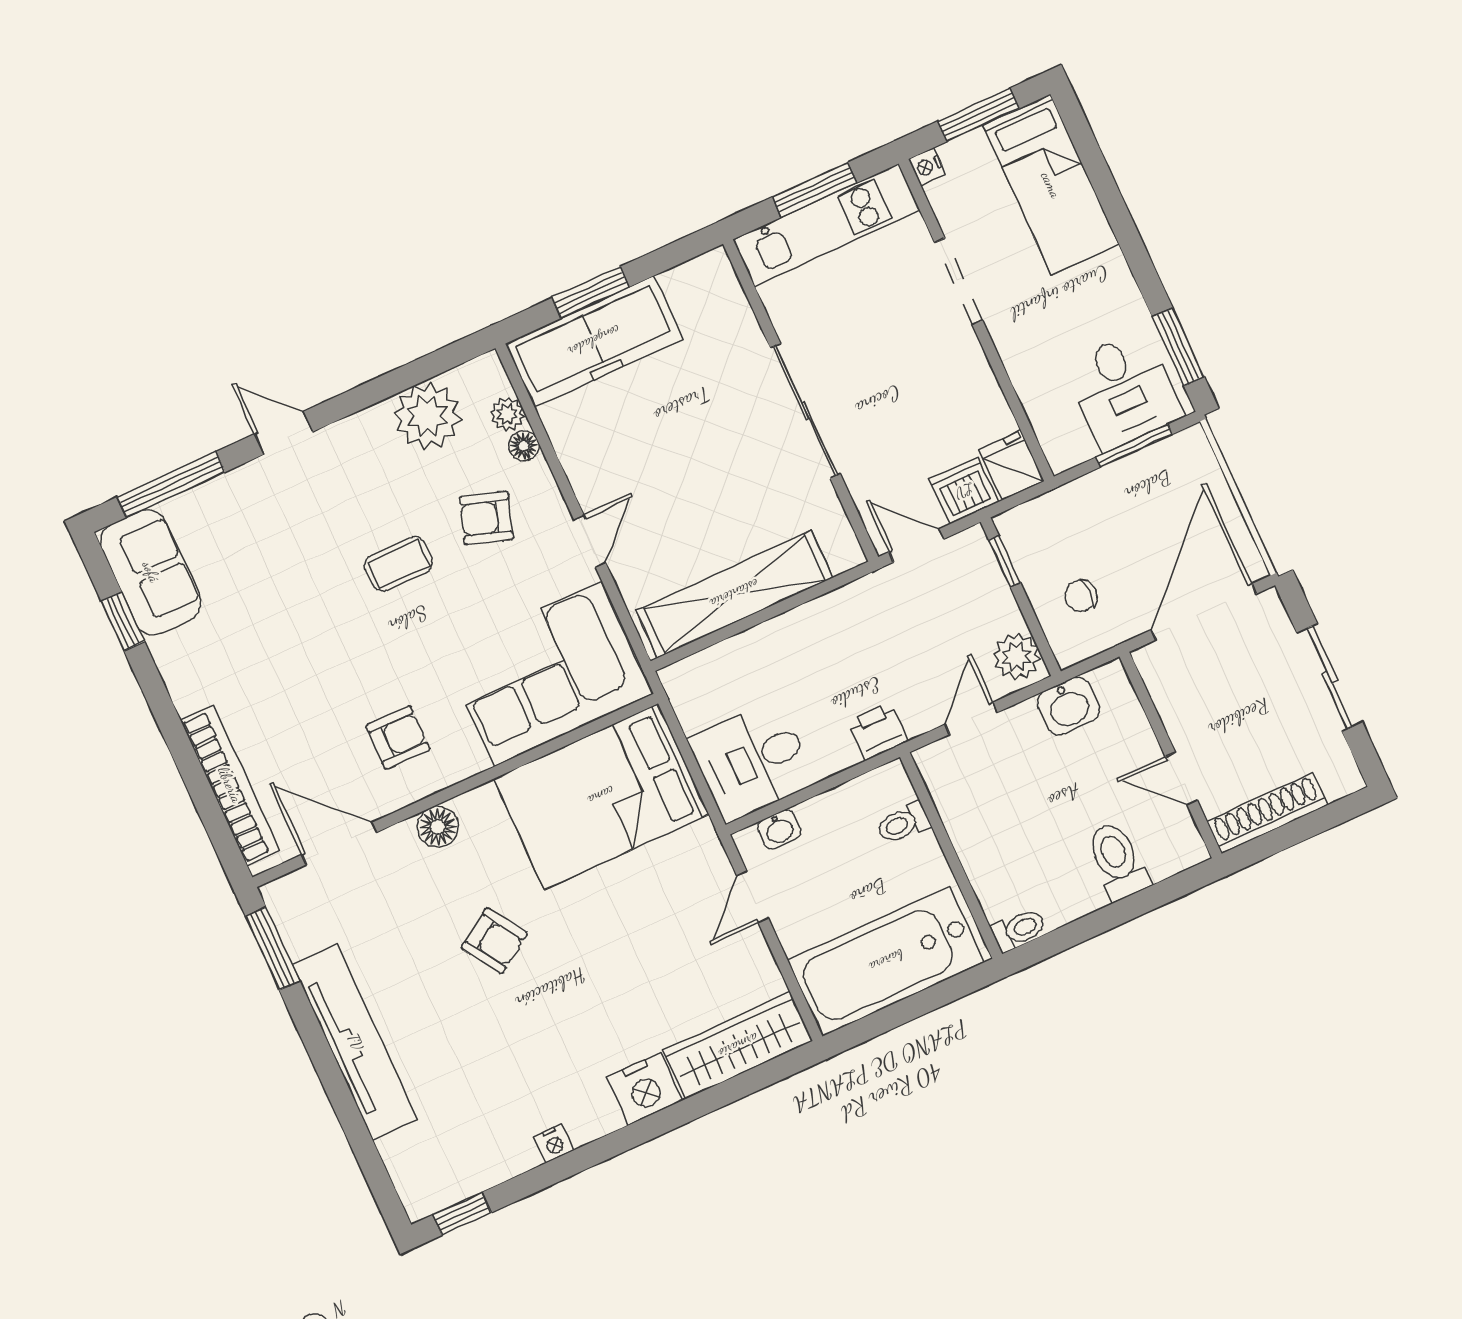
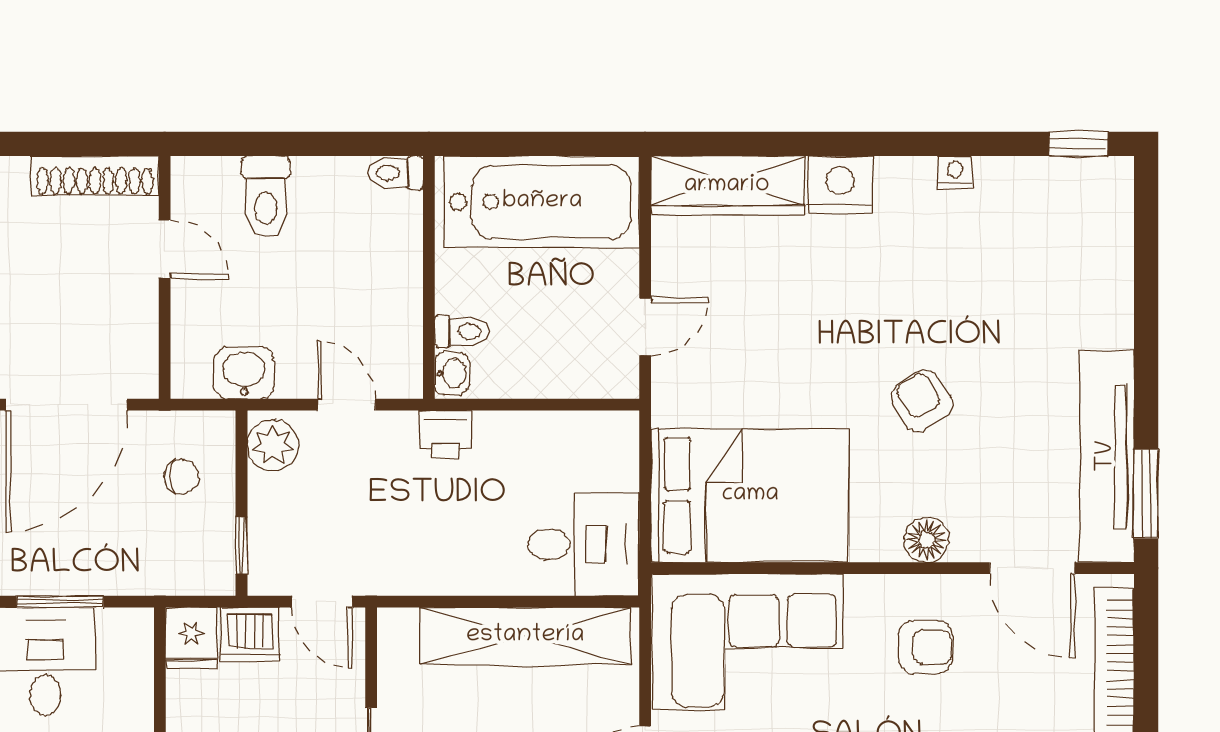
door: (971, 718) -> (346, 405), swing flipped
armchair: (398, 737) -> (925, 647), turned 180
desk: (752, 761) -> (584, 544), moved
washbasin: (779, 829) -> (452, 373), moved, turned 90
tv unit: (355, 1042) -> (1107, 456), moved

